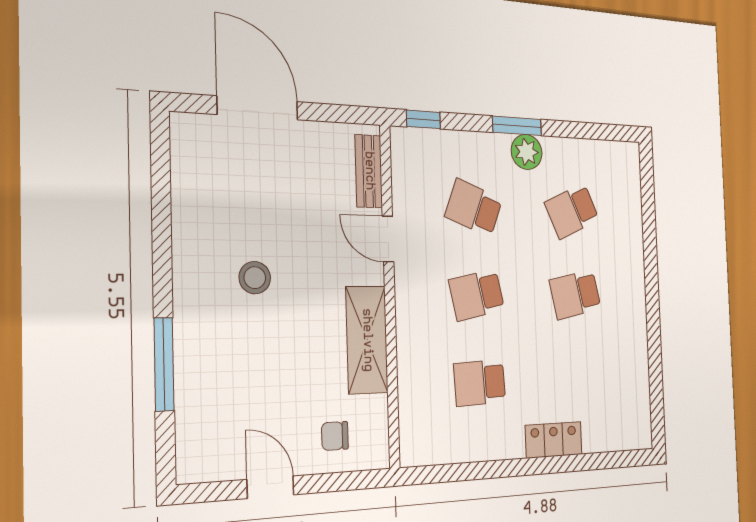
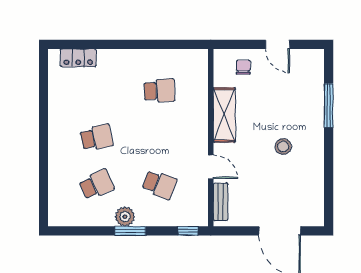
school desk: (477, 295) -> (159, 138), removed
chair: (335, 436) -> (243, 67), turned -90
locker: (554, 440) -> (78, 58), moved

